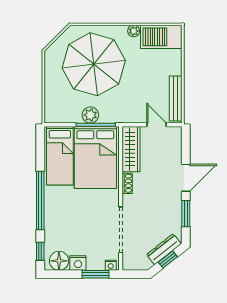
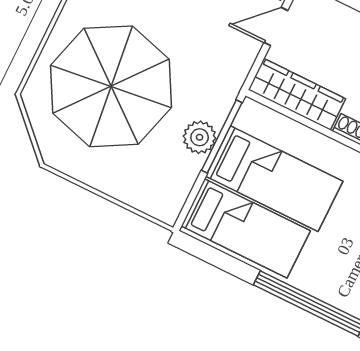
bed: (95, 157) -> (274, 179), width x0.67

